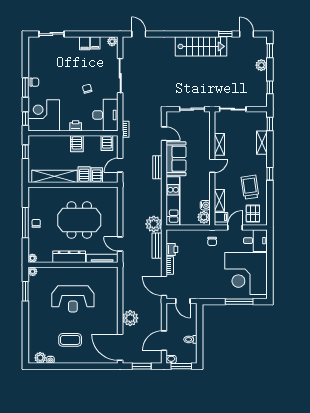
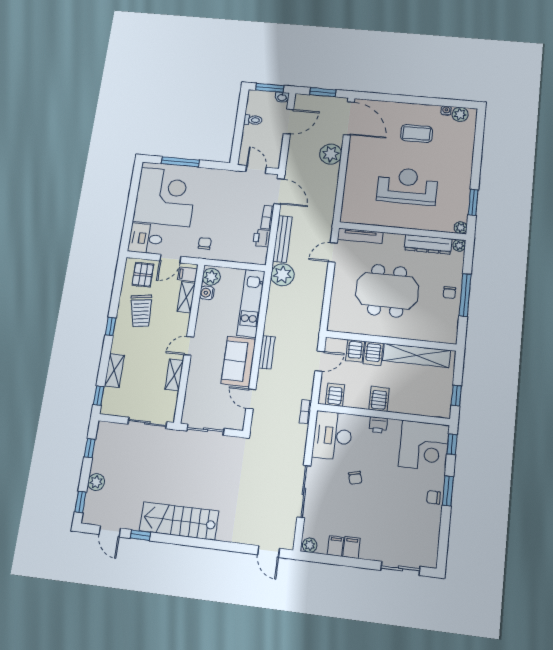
door: (120, 244) -> (333, 252), swing flipped
bench: (157, 246) -> (282, 239), width x1.36
dresser: (69, 257) -> (428, 244), moved

